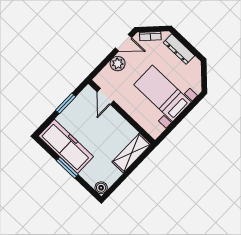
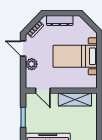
door: (123, 43) -> (23, 48), swing flipped
shelving: (132, 153) -> (75, 99), moved, turned 90

